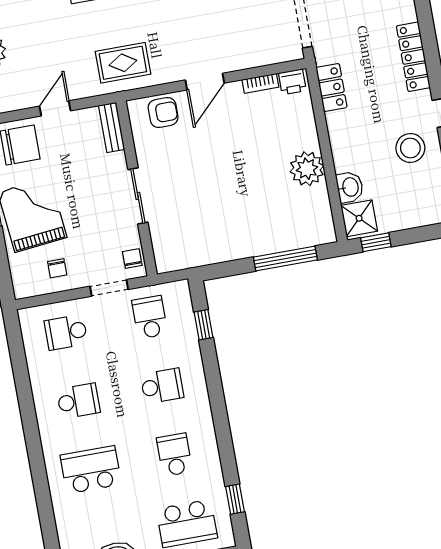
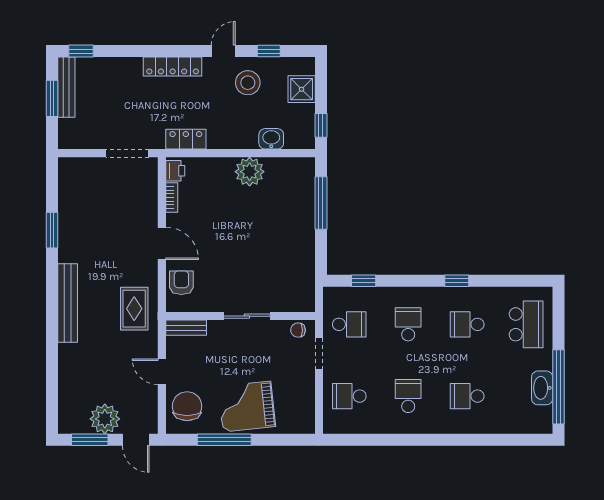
shower: (359, 218) -> (302, 89), moved
chair: (57, 268) -> (295, 394), removed
school desk: (150, 317) -> (349, 324), turned 180
school desk: (66, 332) -> (349, 396), turned 90
school desk: (91, 470) -> (467, 396), width x0.54
window: (235, 499) -> (457, 281), moved

